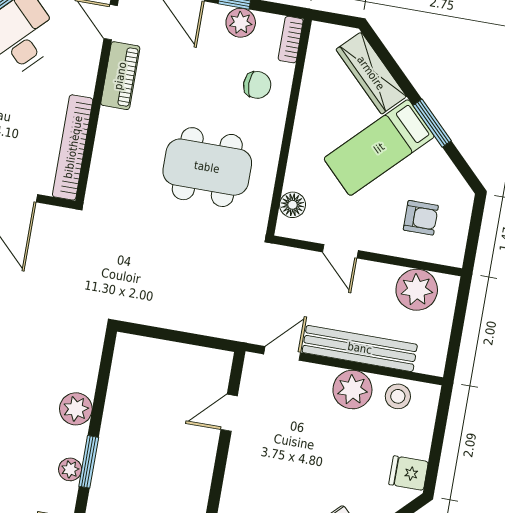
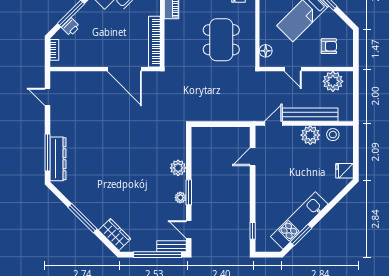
dining table: (207, 167) -> (221, 40), turned 90

